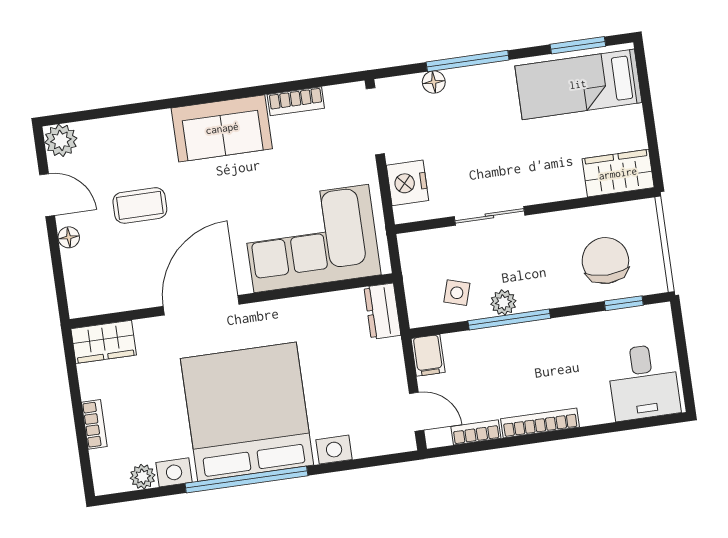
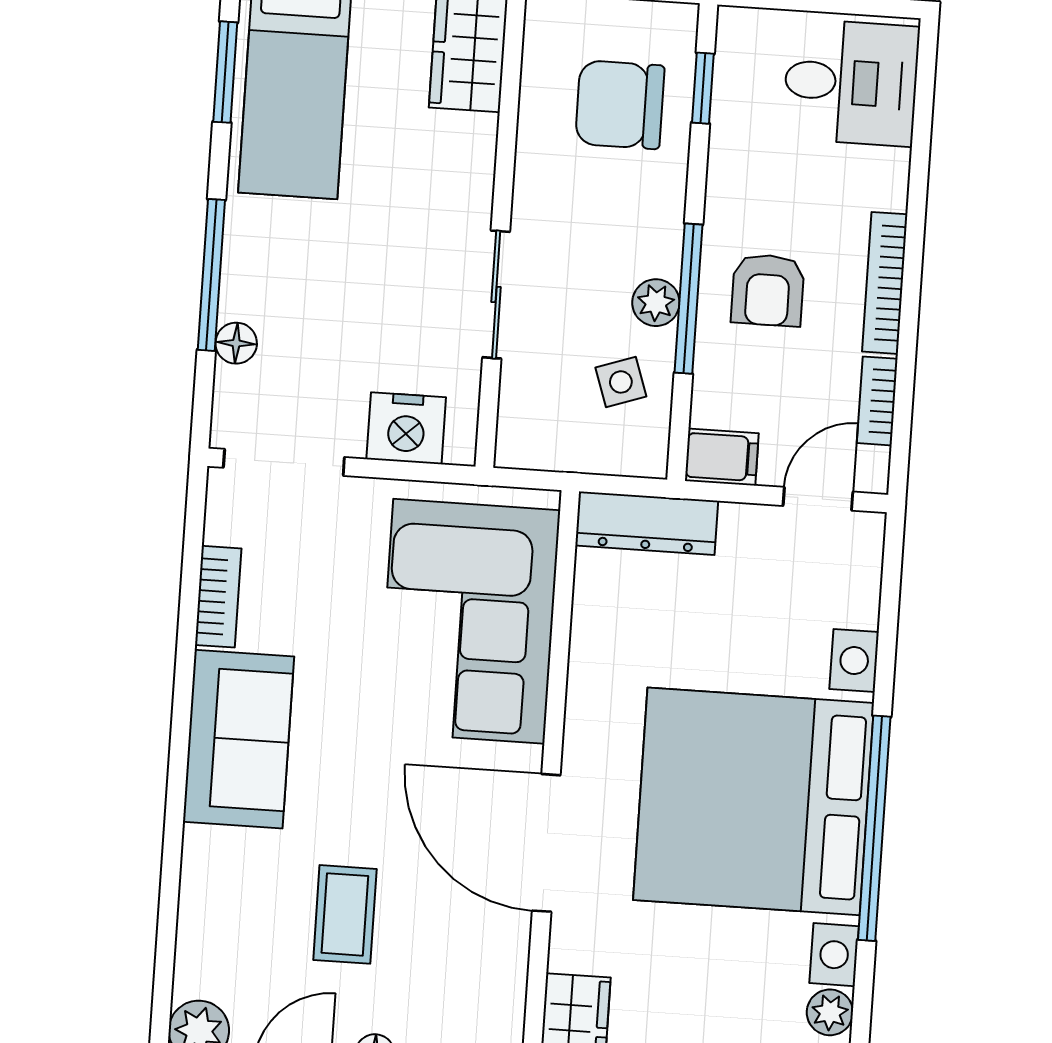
side table: (457, 293) -> (621, 382), turned -36
dresser: (382, 311) -> (647, 523), width x1.44
armchair: (523, 361) -> (768, 290), added

